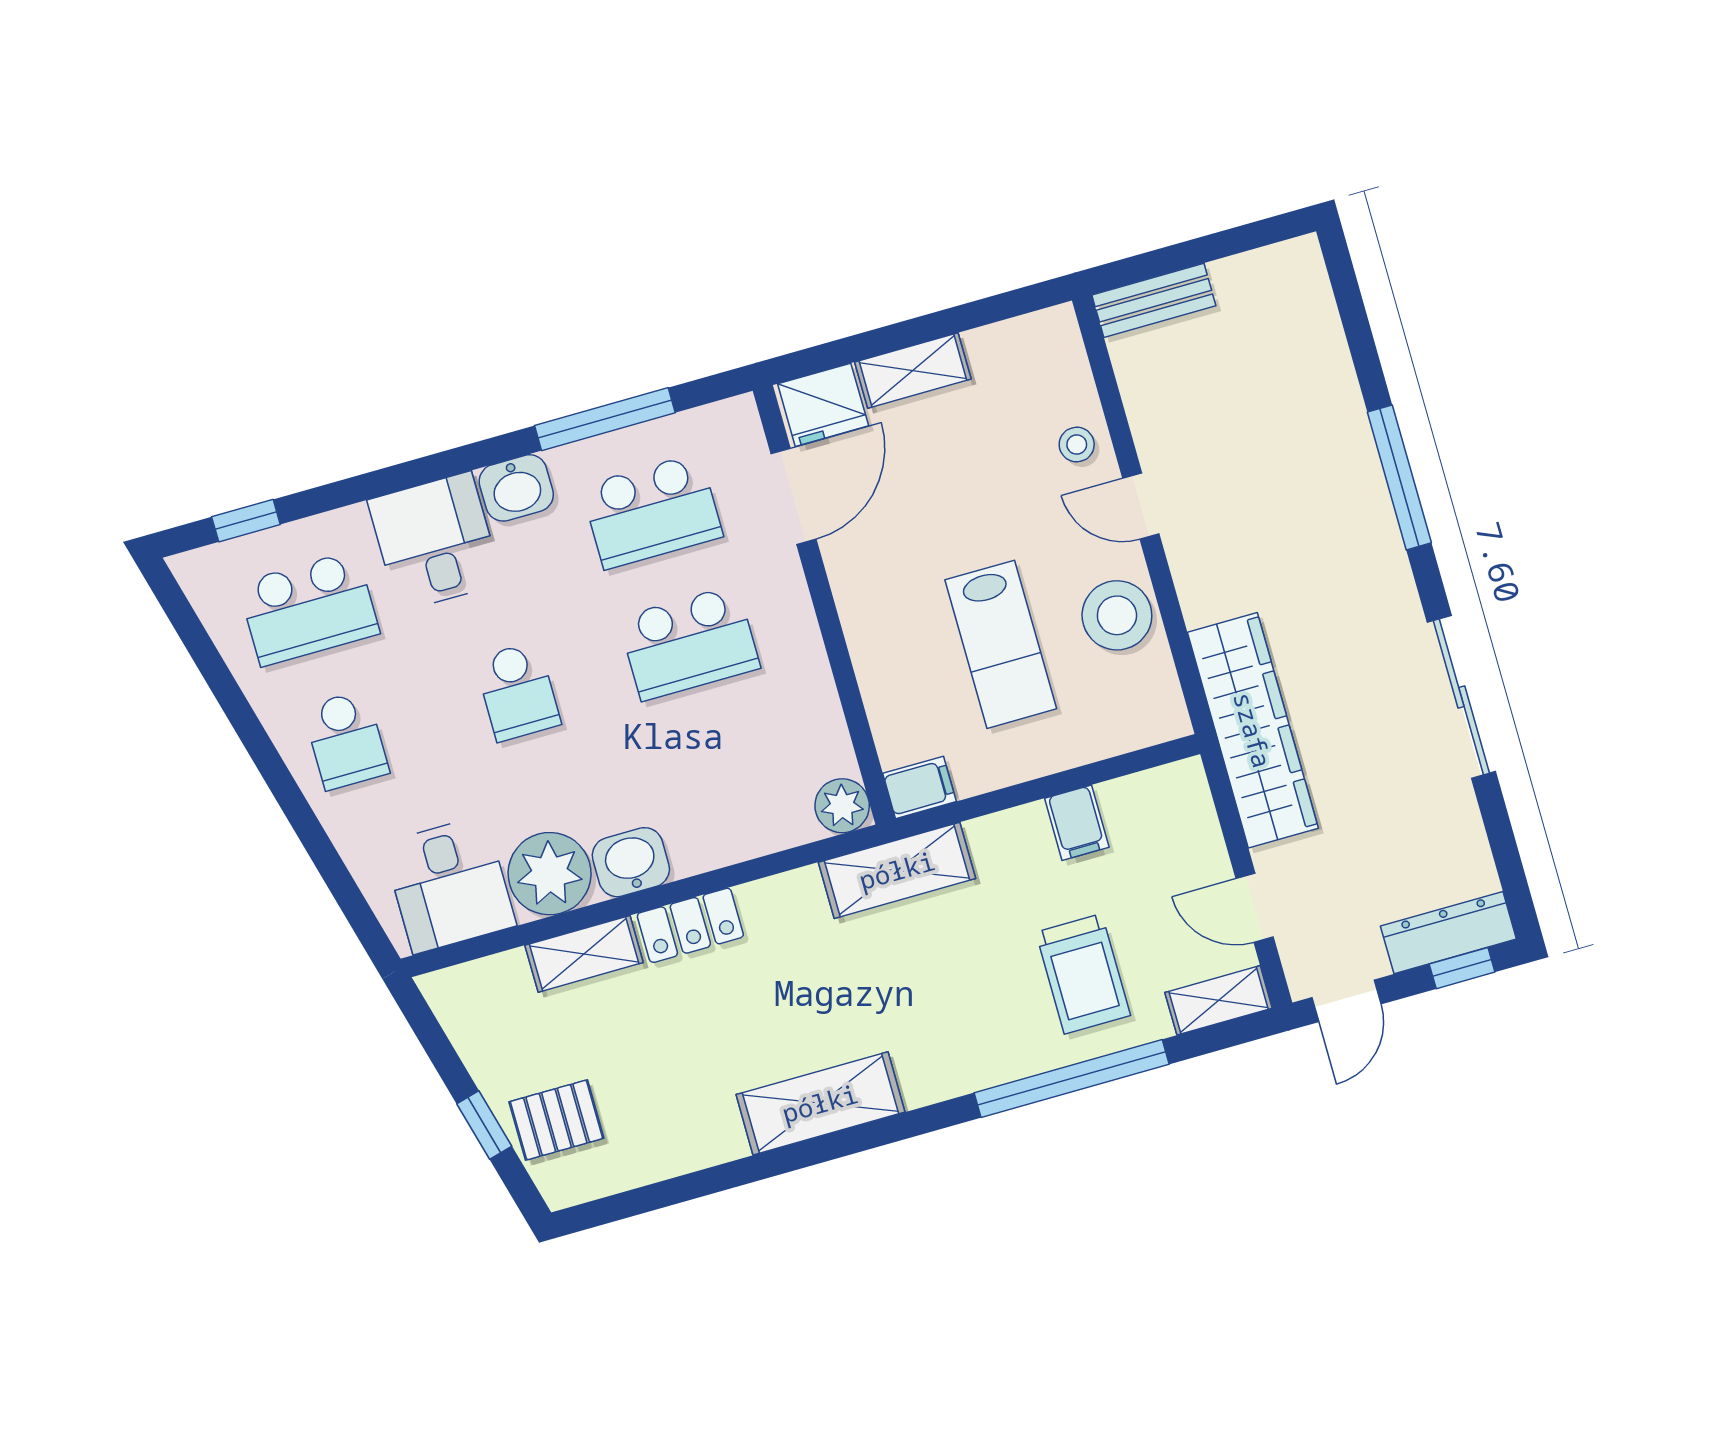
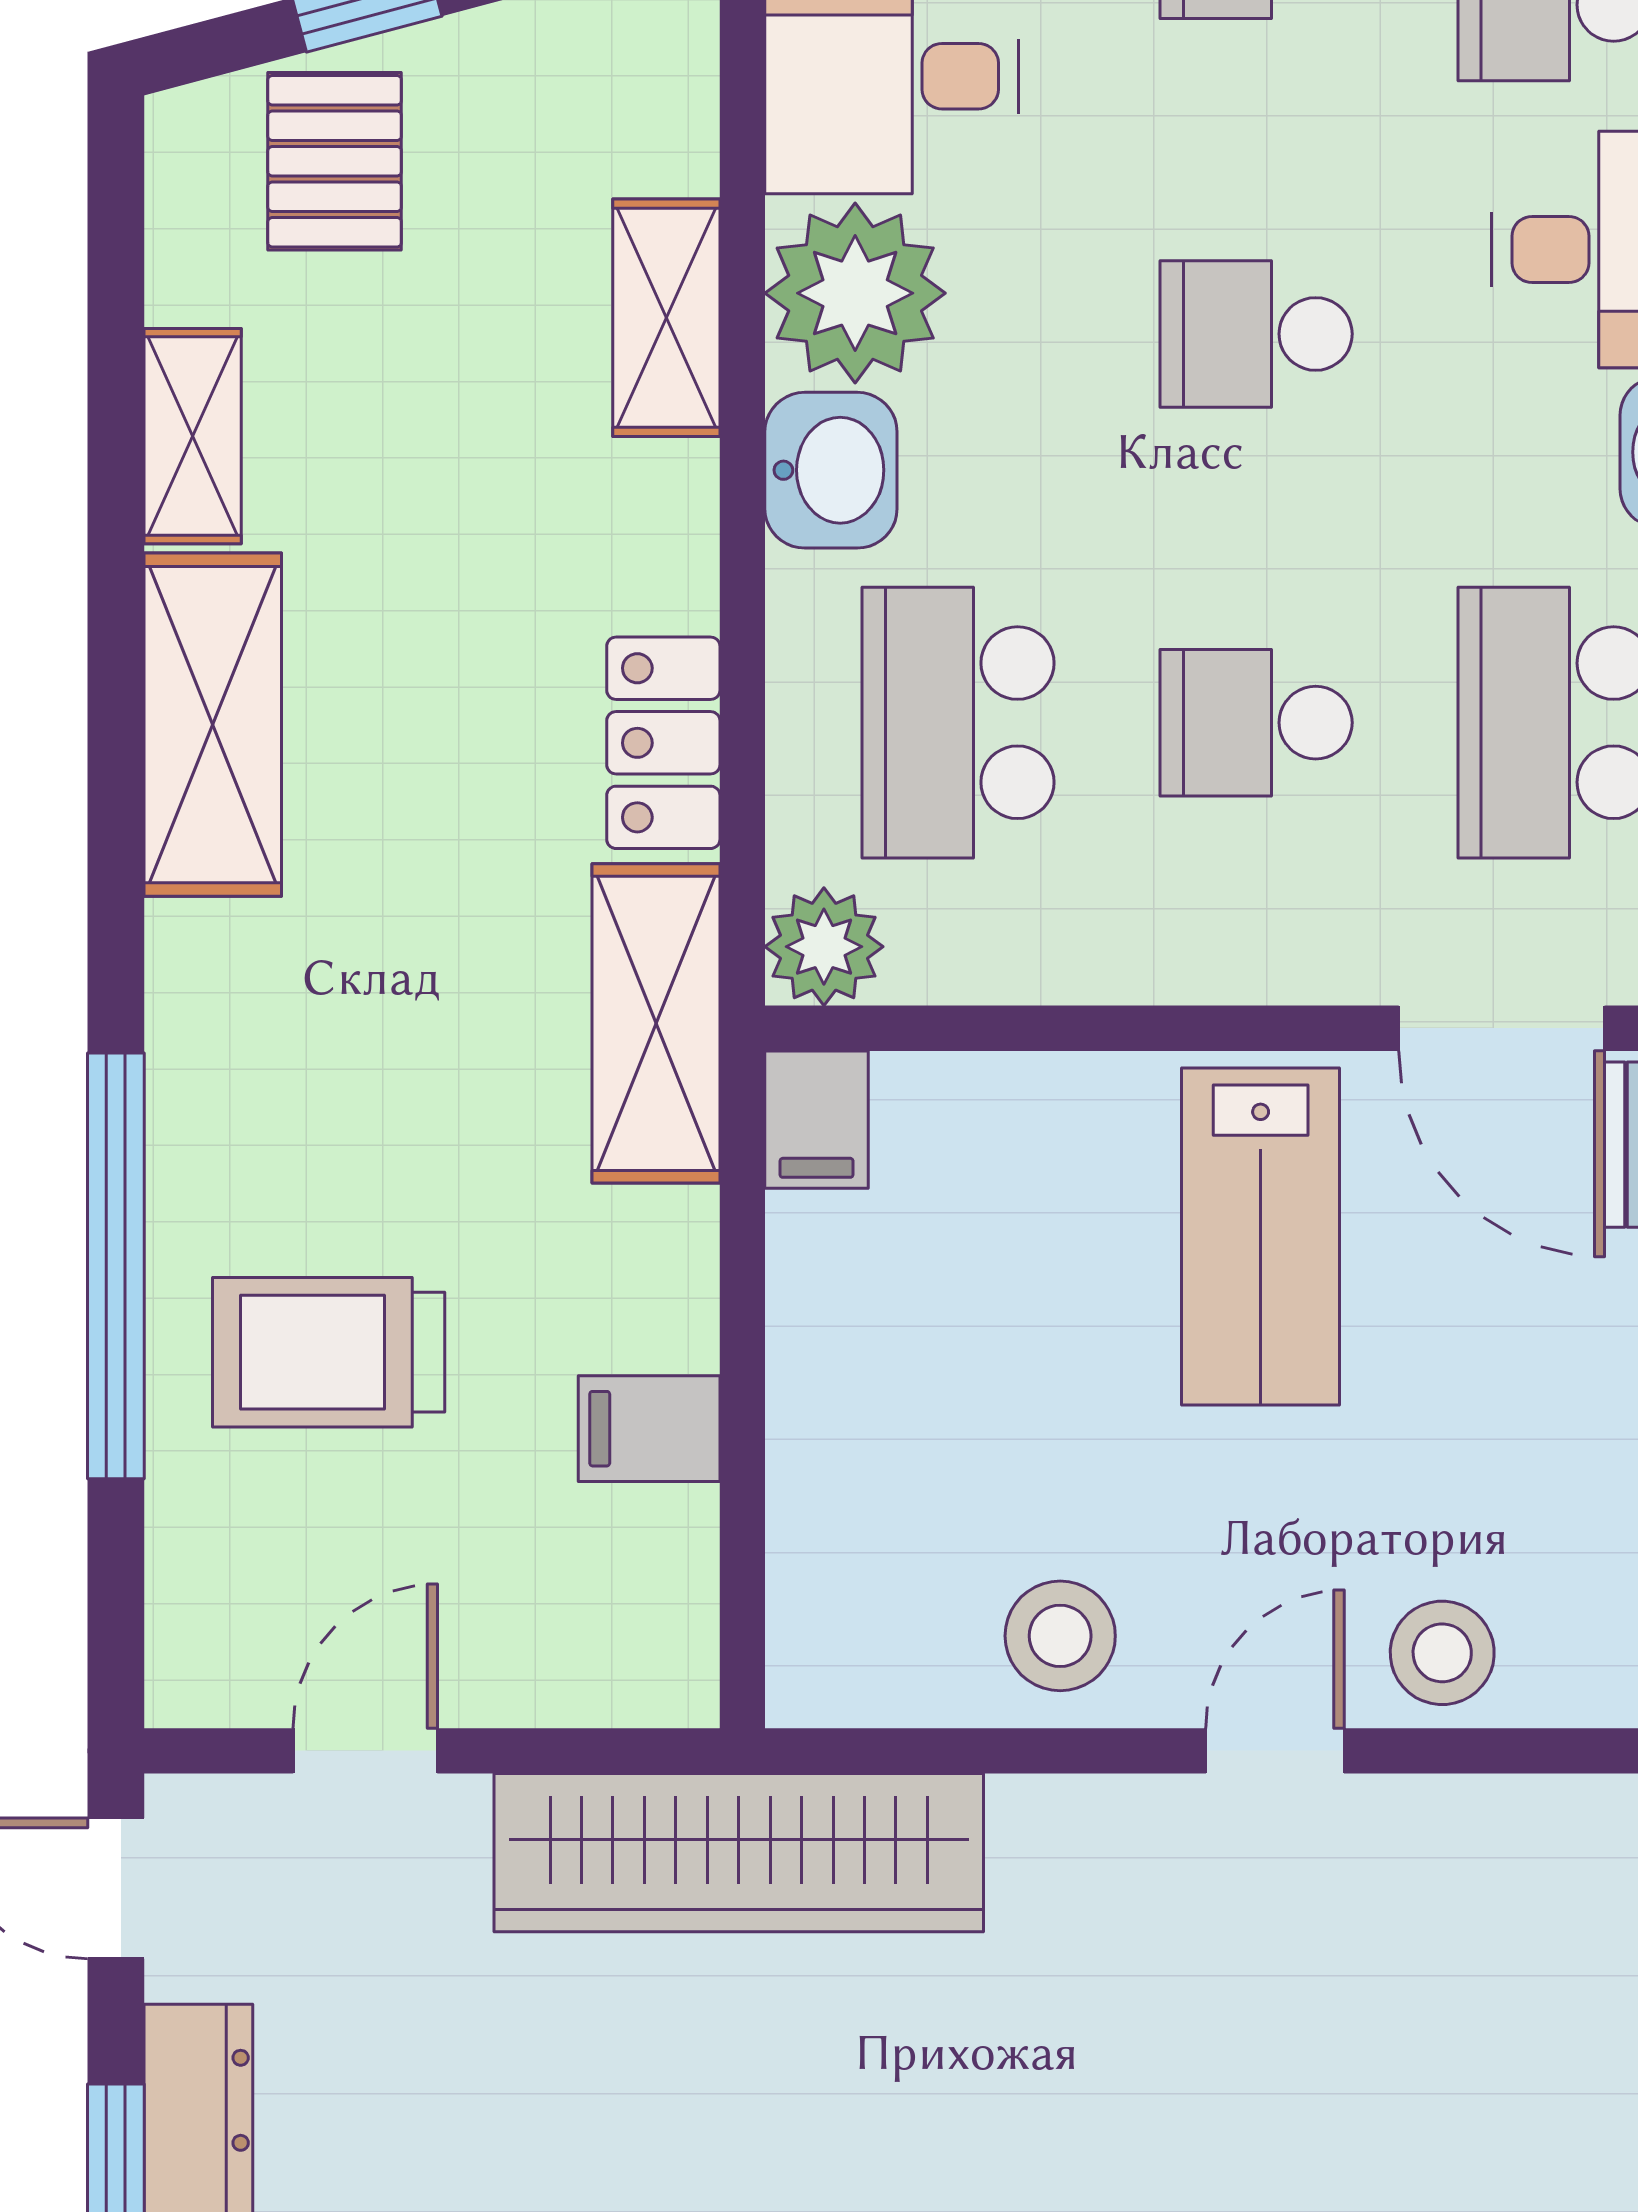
stool: (1077, 445) -> (1442, 1653), width x1.37, depth x1.37
stool: (1117, 615) -> (1060, 1636), width x0.73, depth x0.73
school desk: (689, 643) -> (1256, 723), width x0.54
lab bench: (1001, 644) -> (1261, 1237), moved, turned -90
school desk: (726, 775) -> (958, 723), added
locker: (690, 925) -> (663, 743), moved
shelving: (1219, 1000) -> (193, 436), moved

